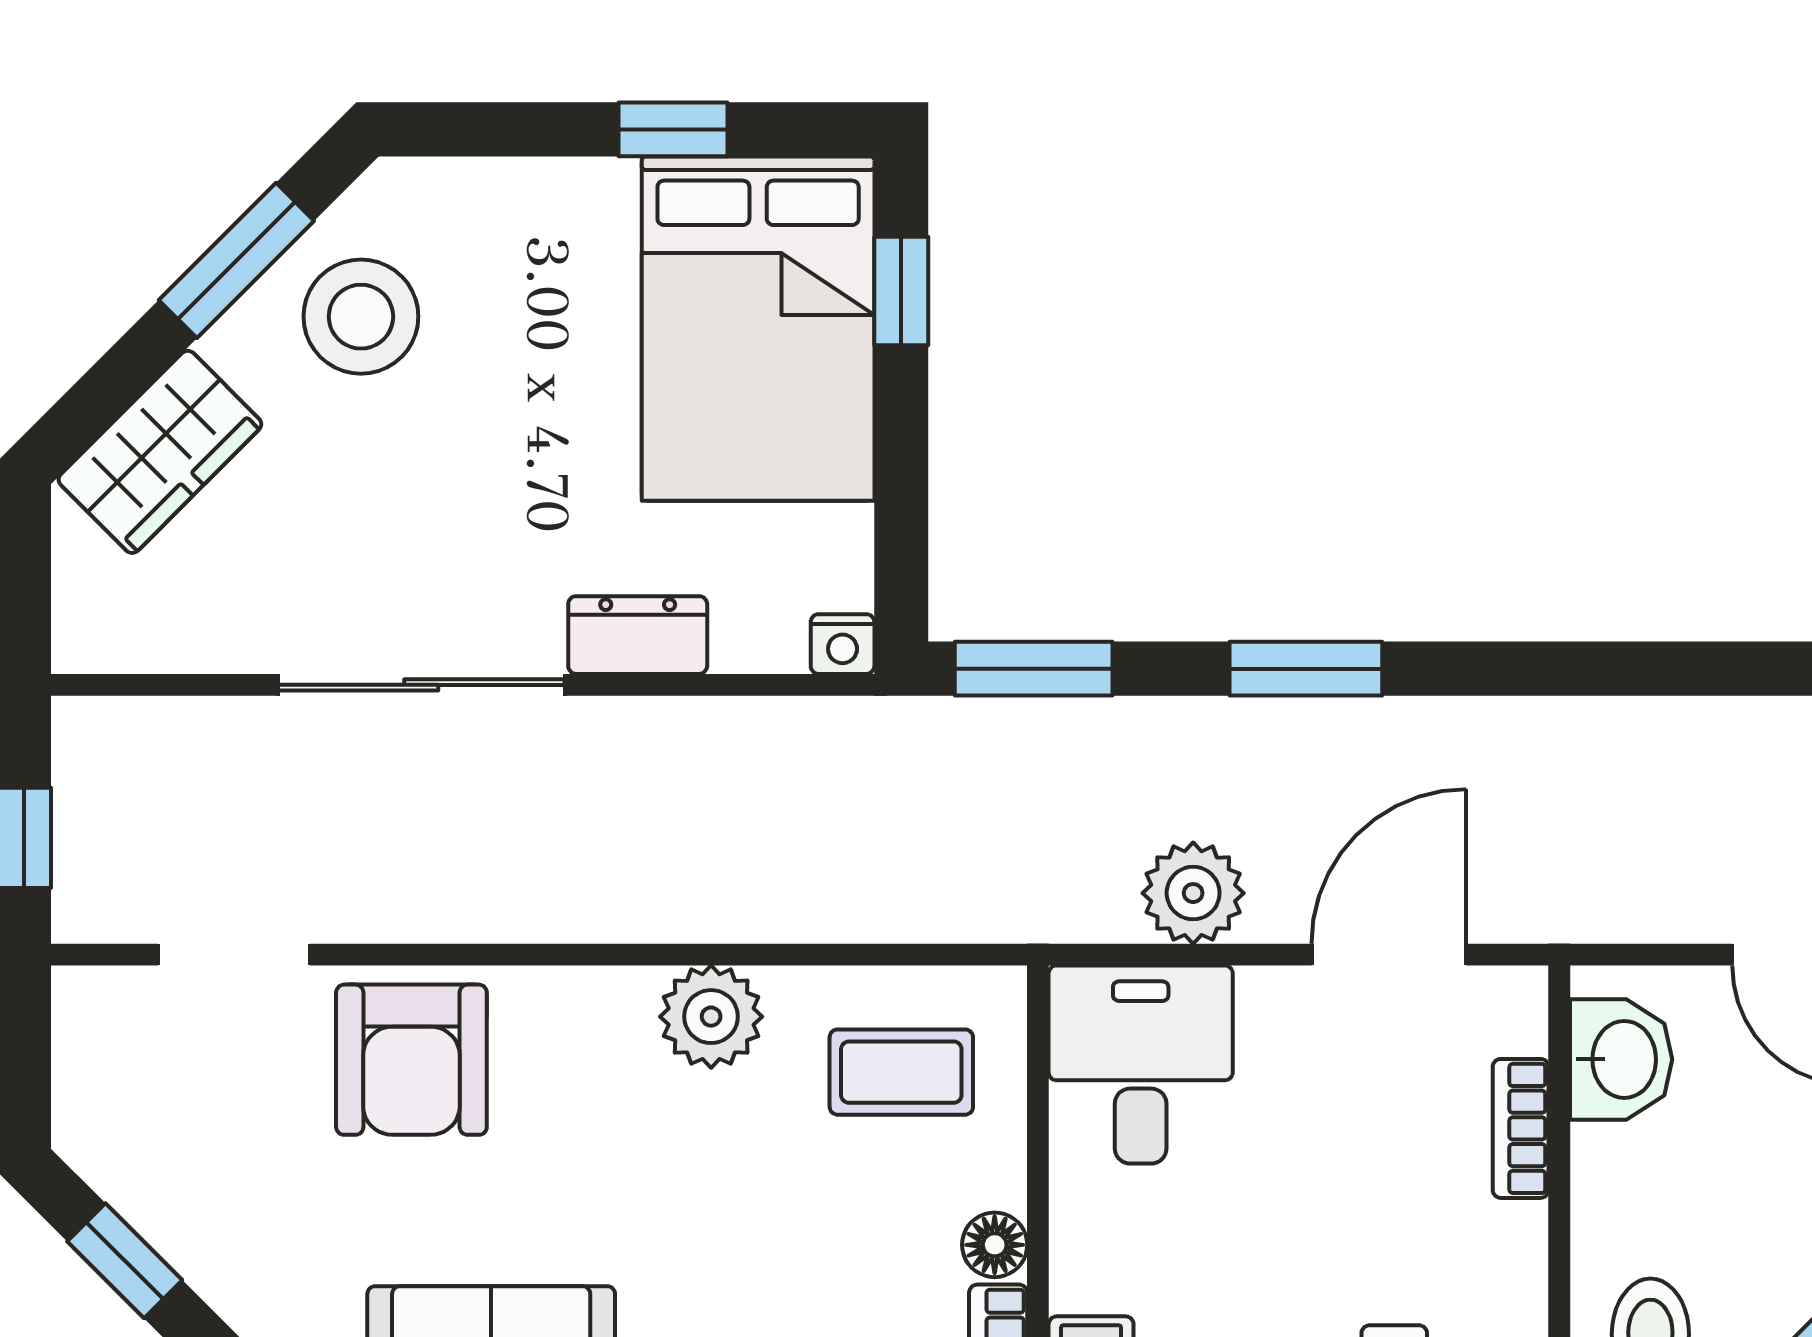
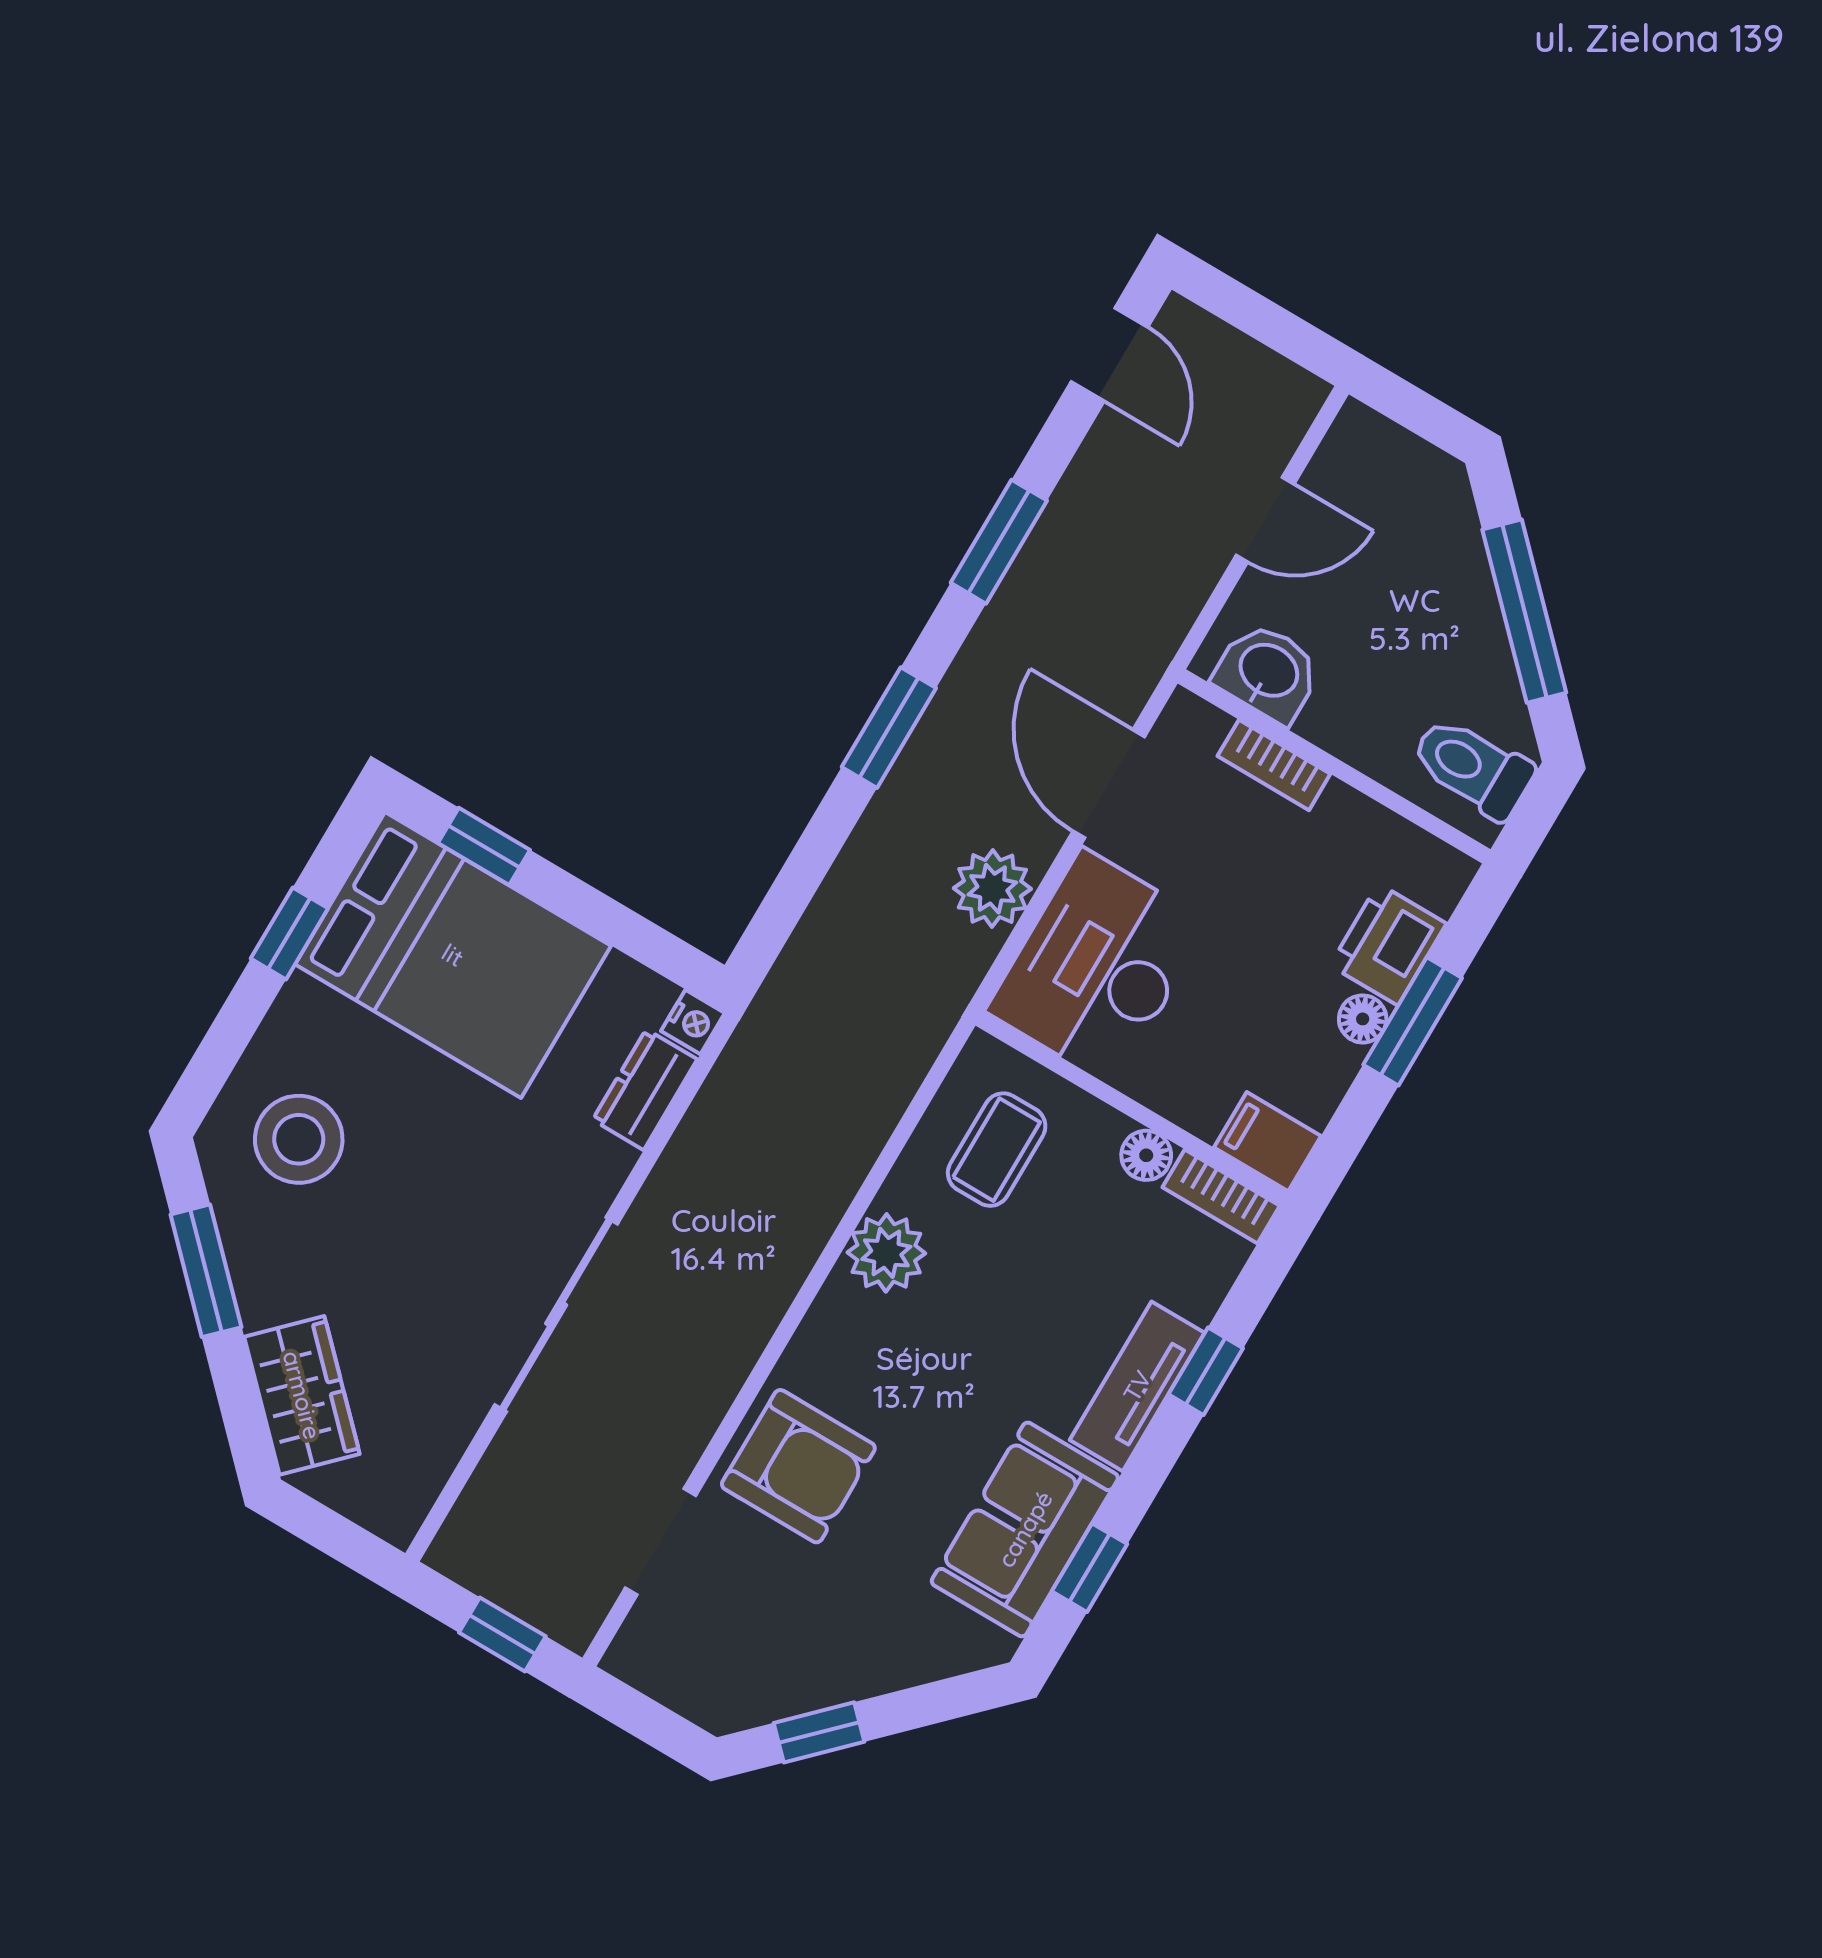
stool: (361, 317) -> (299, 1139), moved
dresser: (638, 635) -> (645, 1090), moved
window: (1034, 669) -> (999, 542), moved
desk: (1141, 1065) -> (1098, 967), width x1.37

